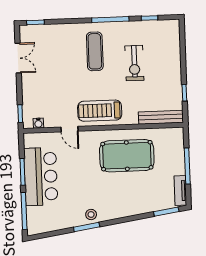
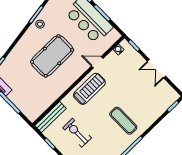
double door: (18, 58) -> (156, 69), moved
exercise bike: (134, 63) -> (77, 133), moved
pool table: (127, 156) -> (52, 56), moved

